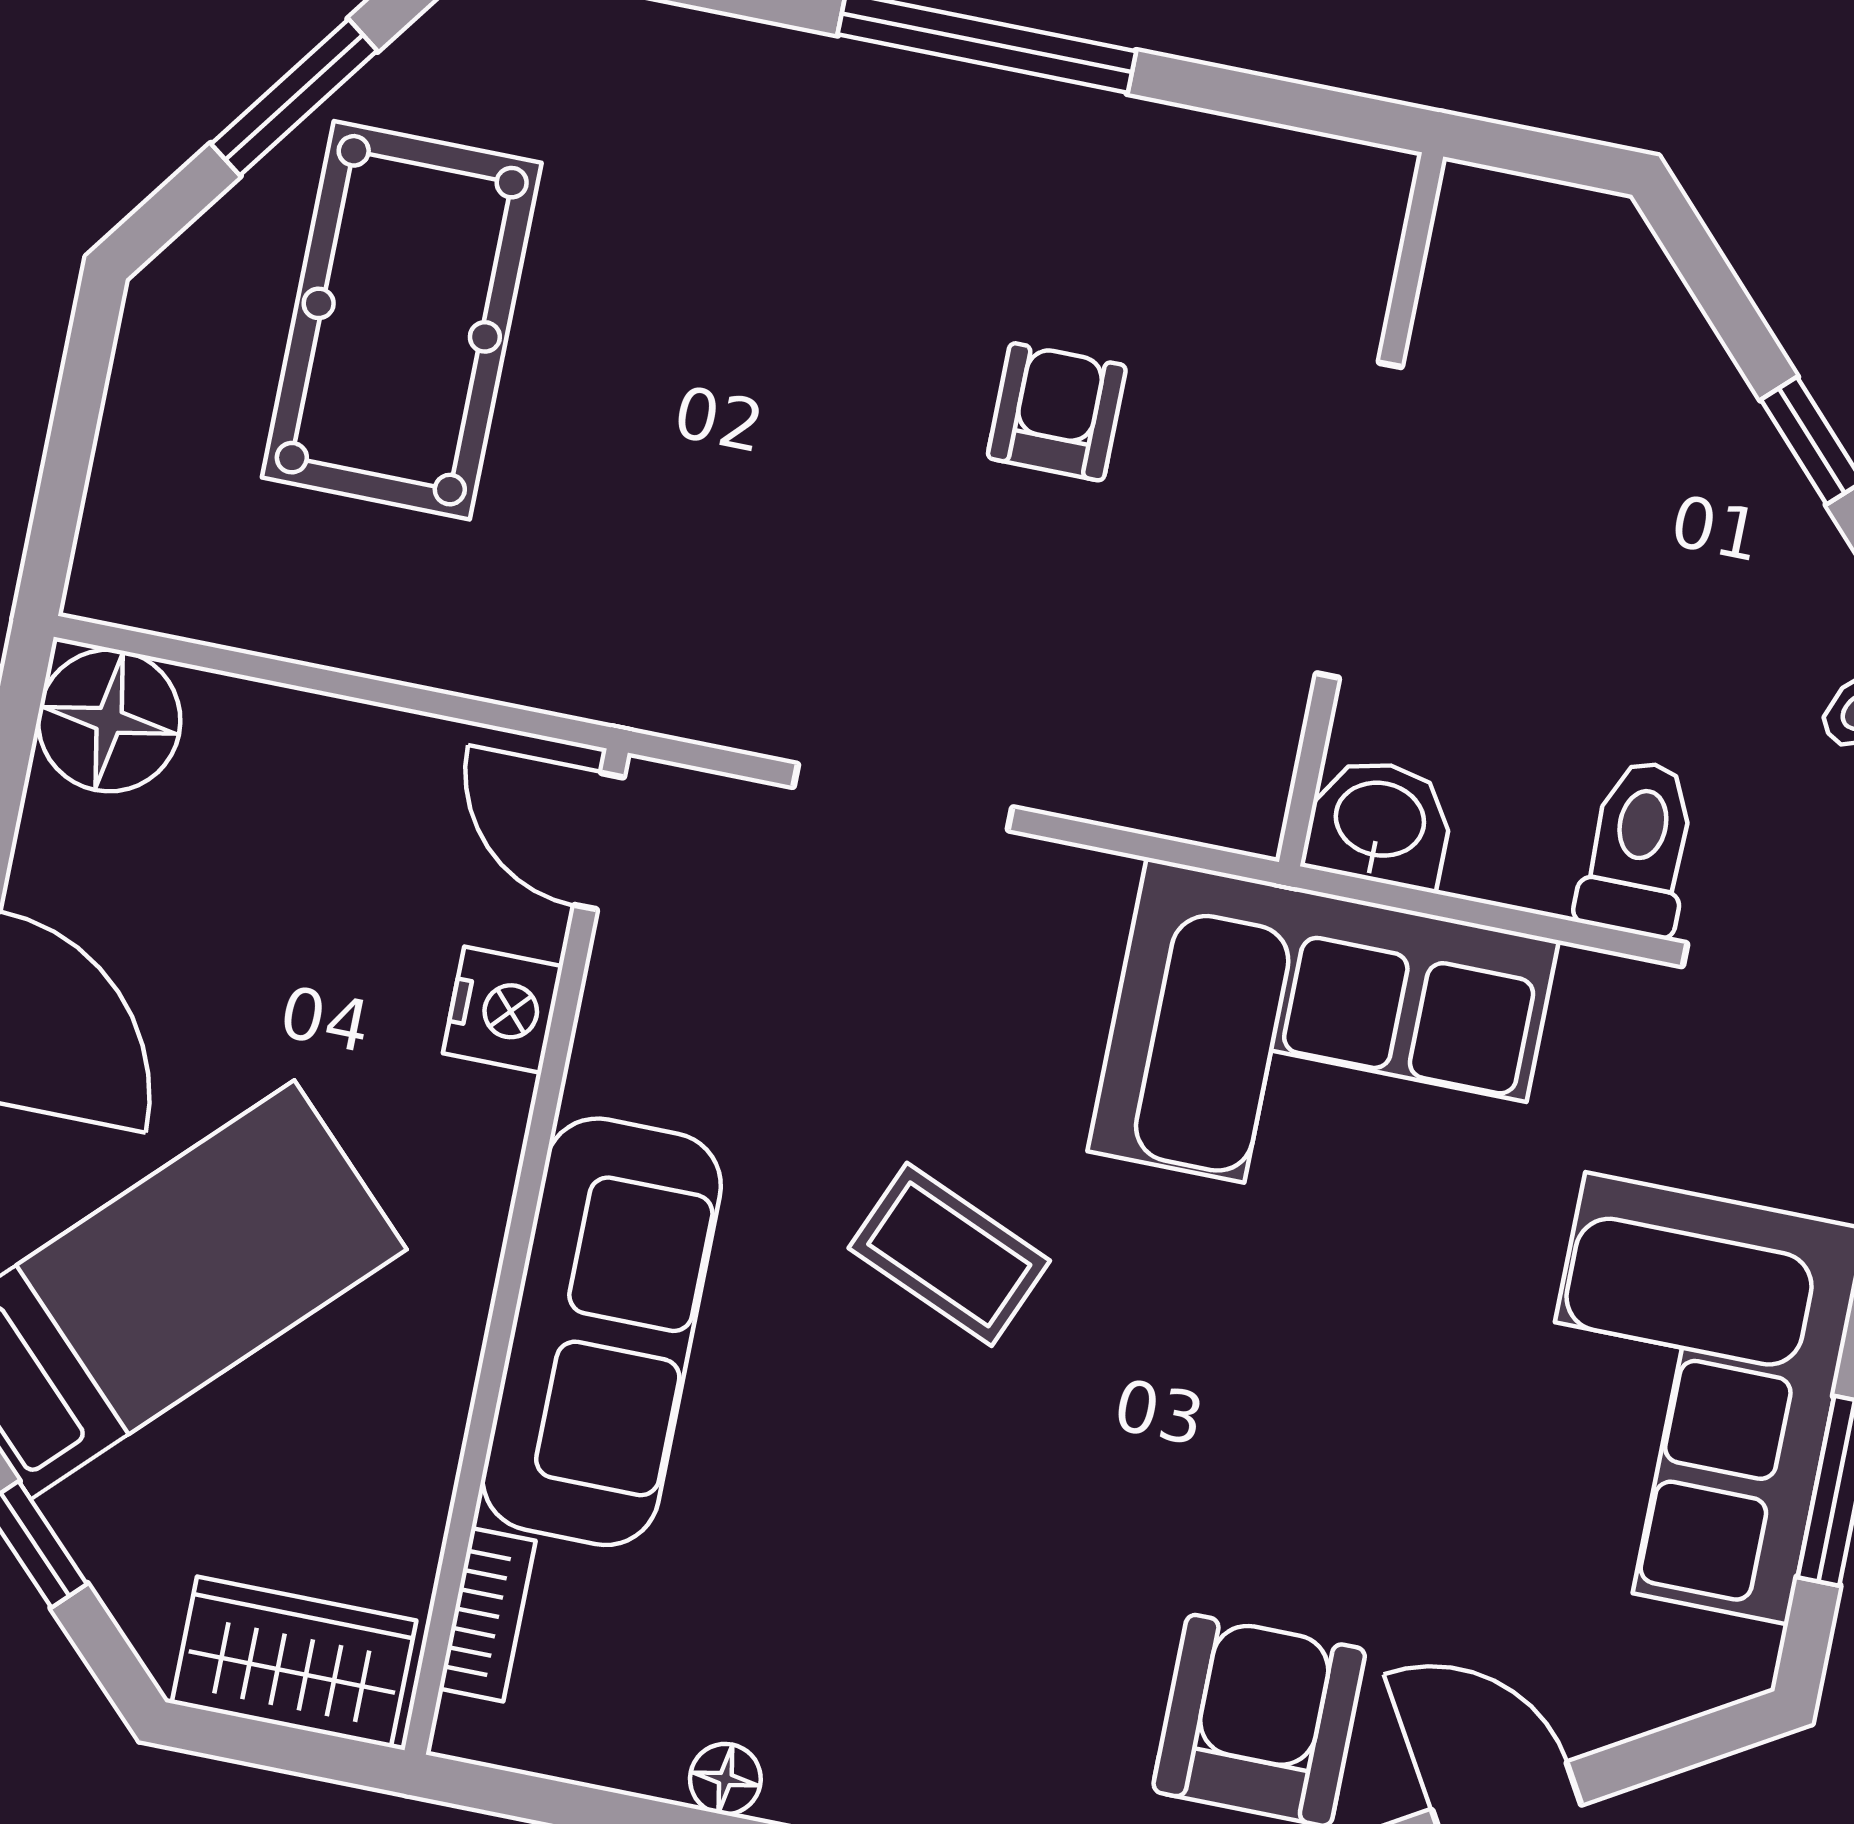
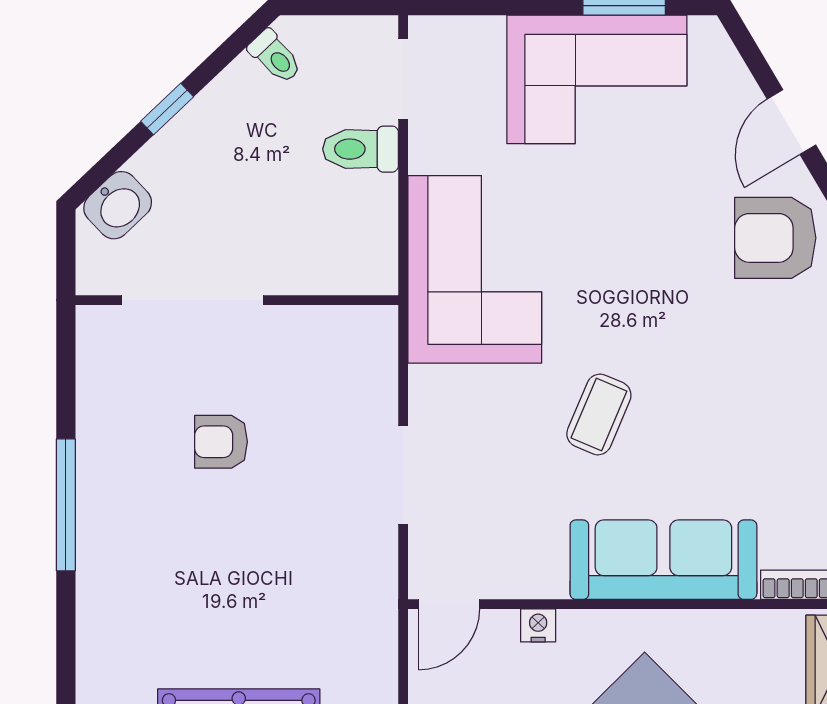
doorway: (1359, 520) -> (192, 300), moved
washbasin: (1379, 823) -> (118, 205), moved, turned -134
nightstand: (503, 1010) -> (538, 625), width x0.72, depth x0.74

